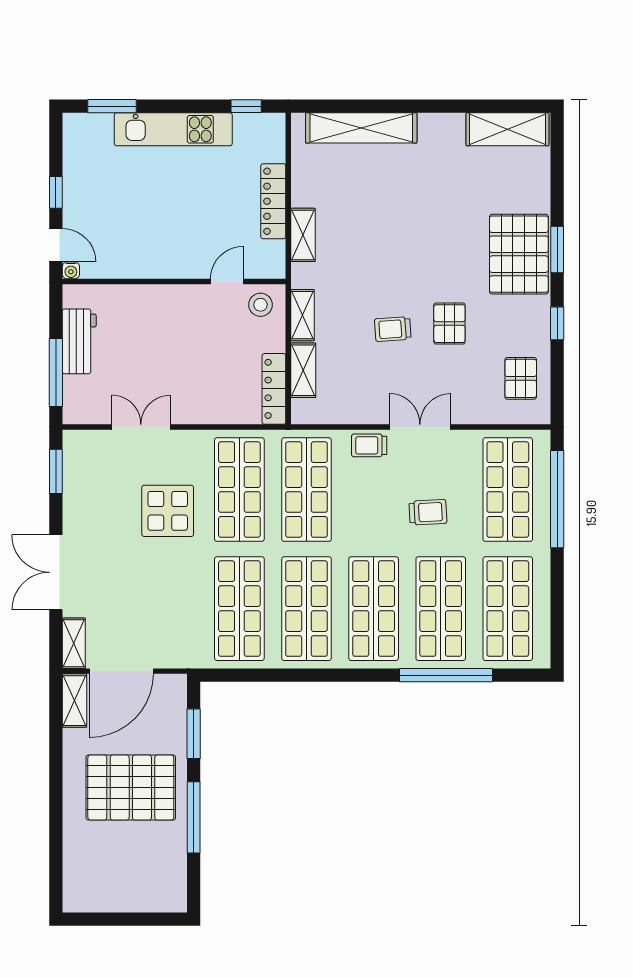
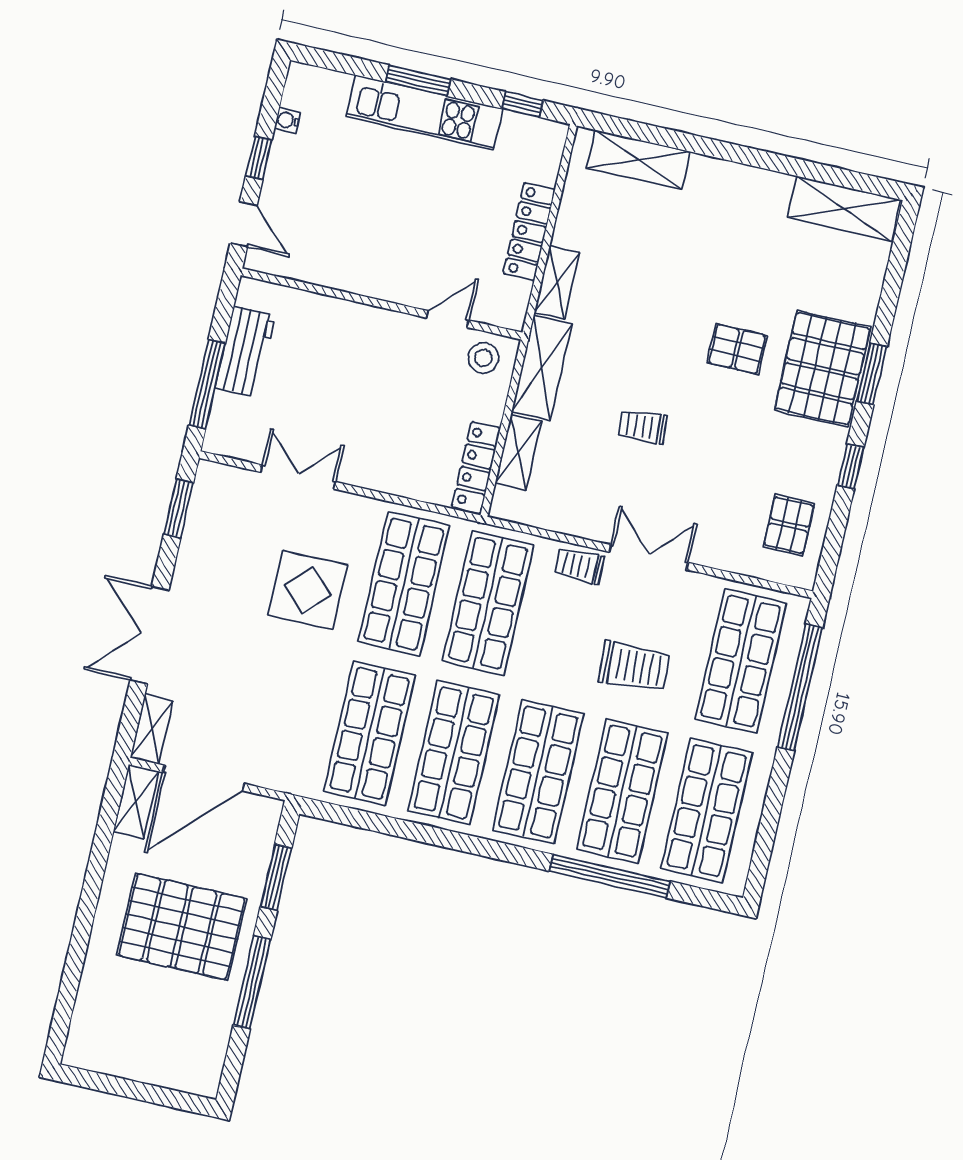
window: (112, 106) -> (418, 81), moved
shelving: (361, 128) -> (639, 160), width x0.68
water cooler: (71, 270) -> (287, 120), moved, turned 90
shelving: (302, 315) -> (542, 368), width x1.50, depth x1.33
pallet: (449, 324) -> (737, 349), moved, turned 90
trolley: (428, 512) -> (634, 667), width x1.36, depth x1.39

